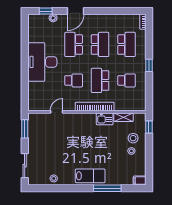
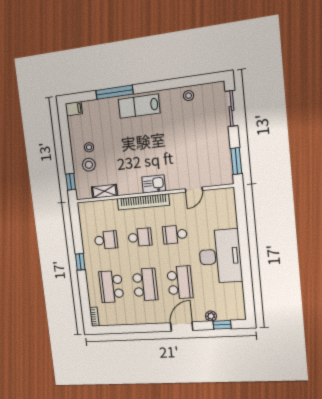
school desk: (100, 44) -> (145, 285), turned 180
school desk: (100, 80) -> (140, 237), width x0.54
school desk: (127, 80) -> (106, 240), turned 180
kitchen sink: (105, 119) -> (154, 184), moved

